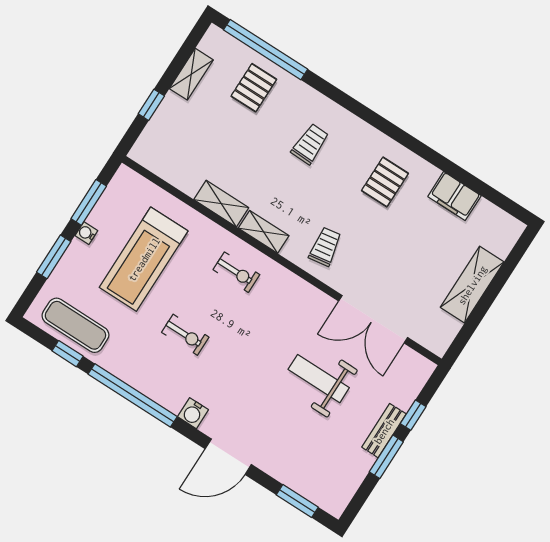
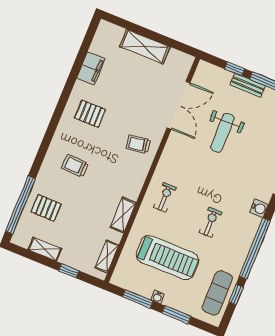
shelving: (264, 232) -> (107, 256), moved

